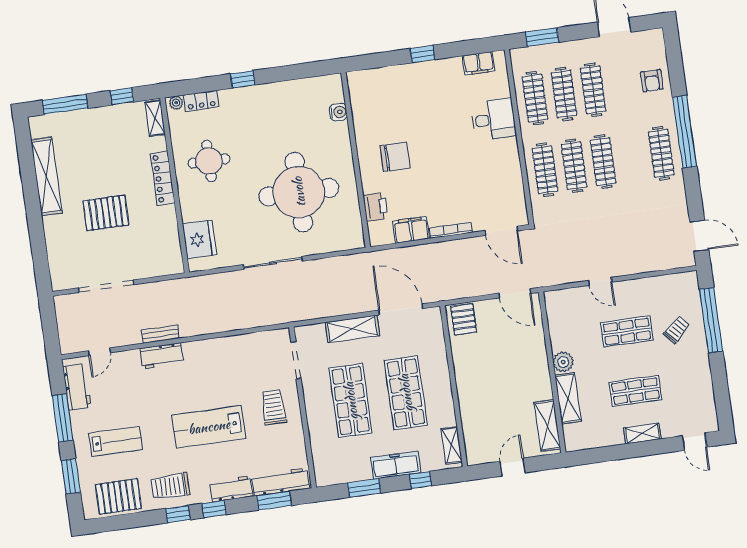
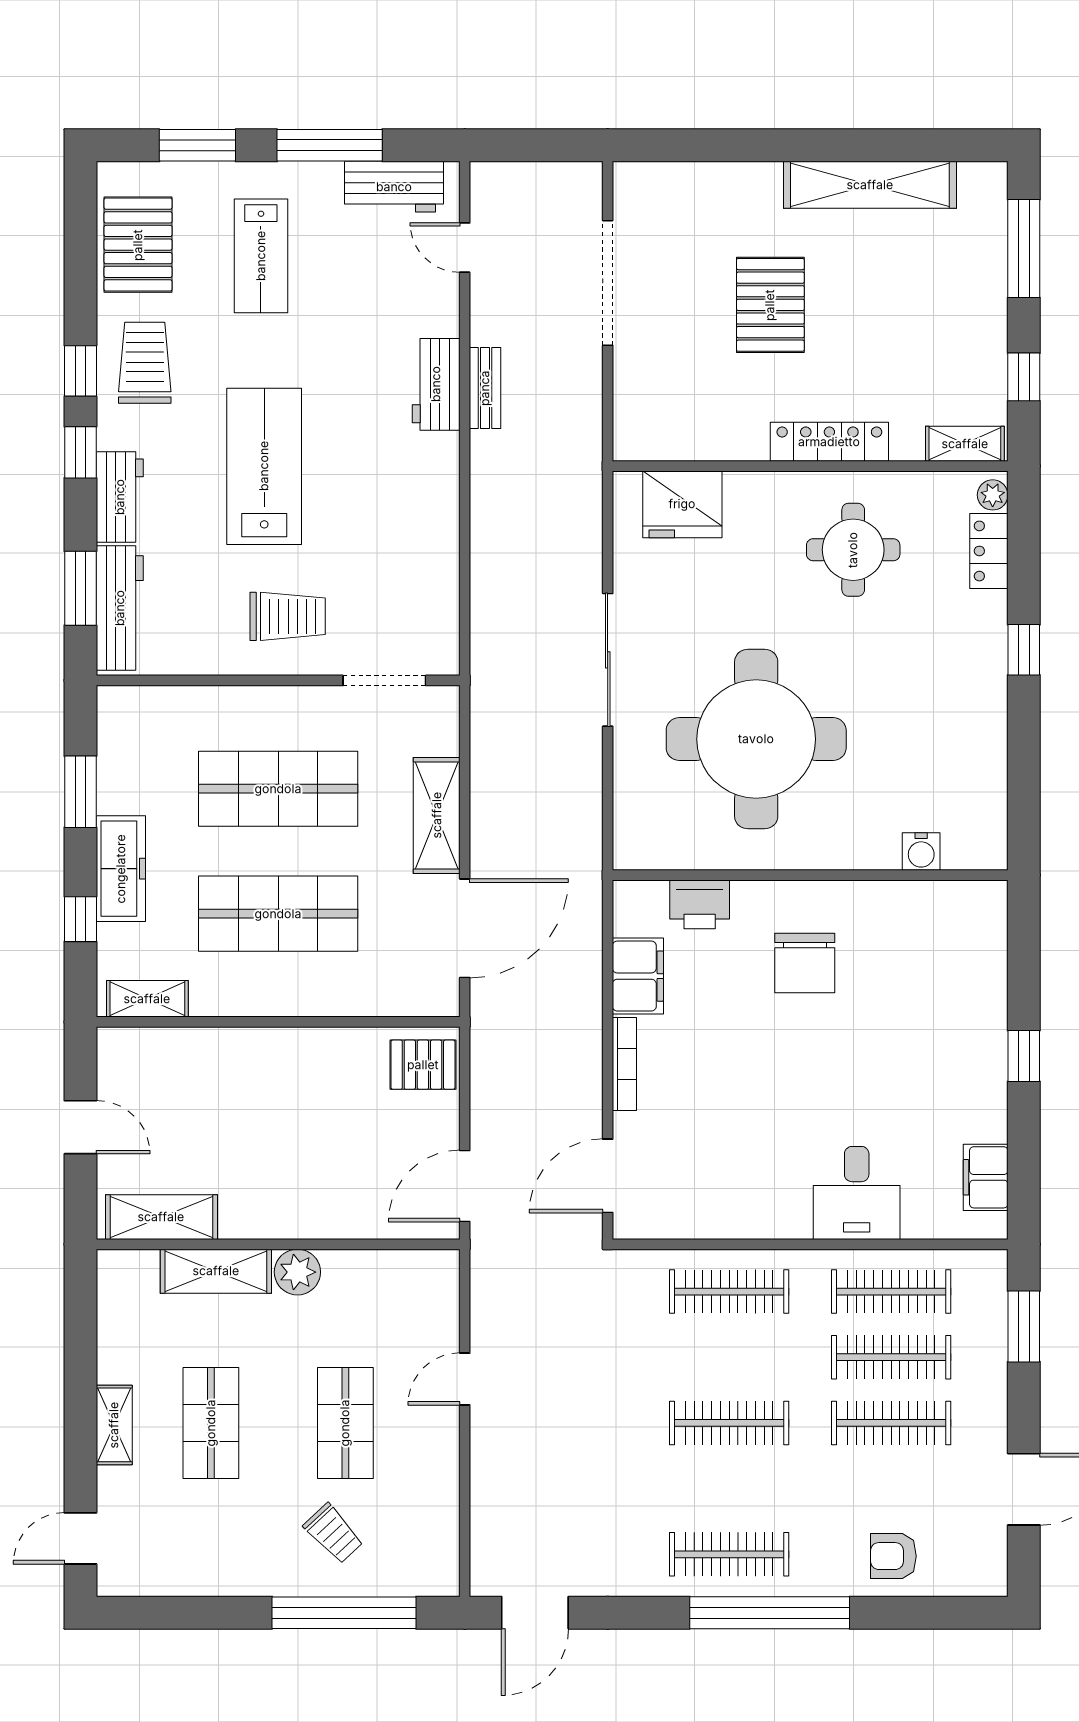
clothes rail: (574, 166) -> (729, 1357), removed

